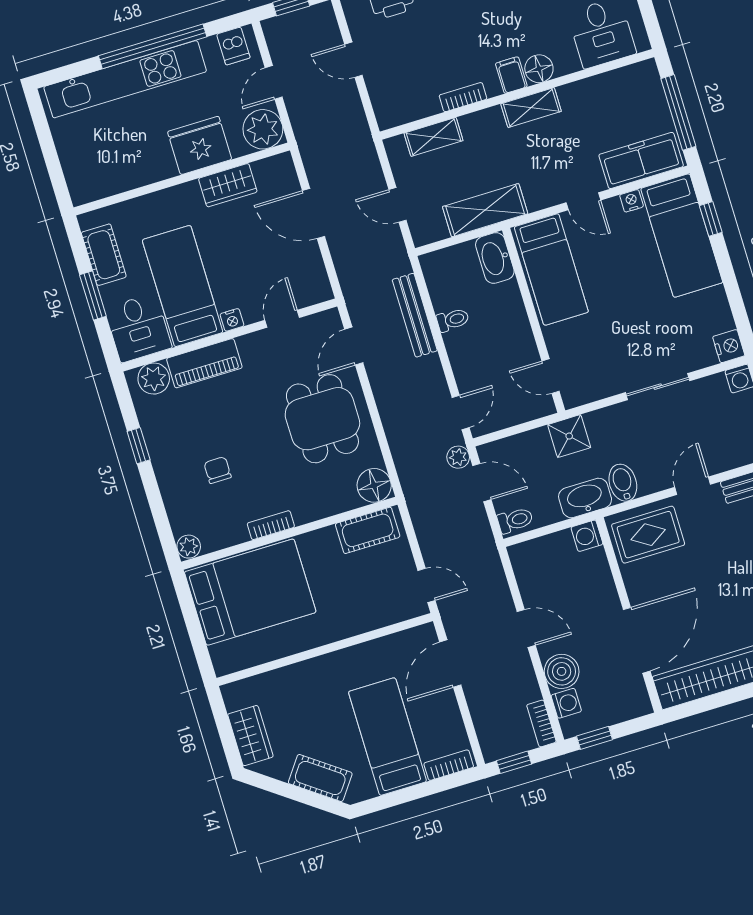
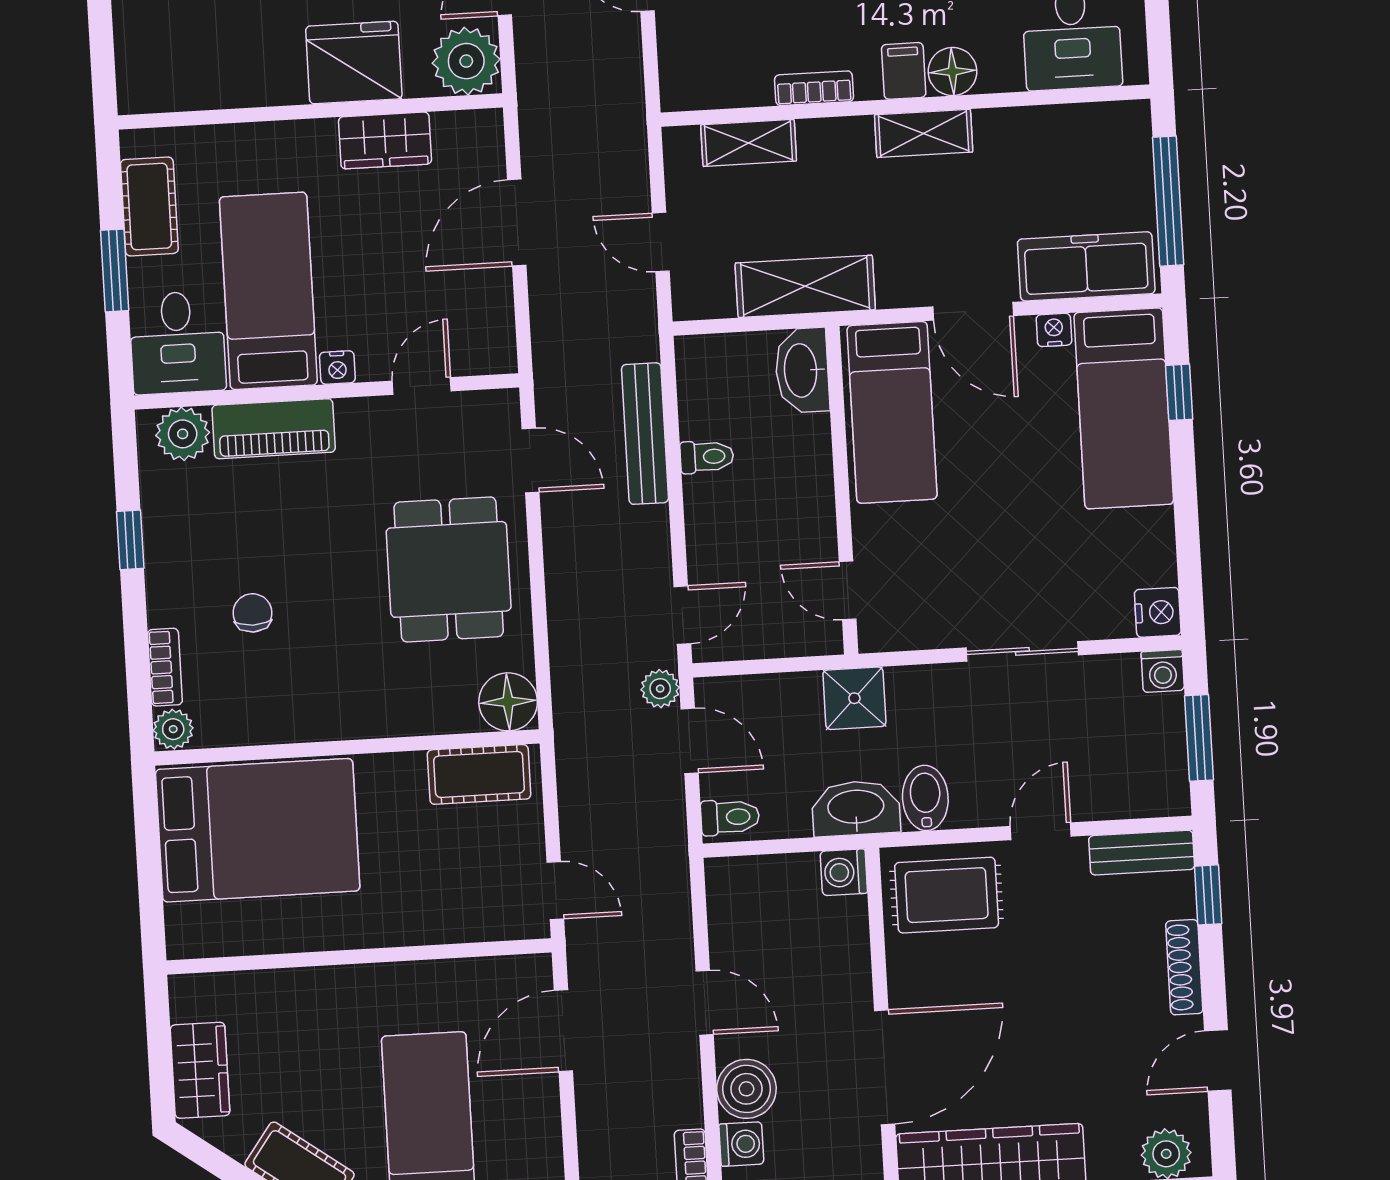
door: (583, 201) -> (973, 311), width x1.38
door: (314, 214) -> (517, 223), hinge flipped
door: (354, 346) -> (531, 460), swing flipped
bookcase: (271, 525) -> (165, 667), moved, turned 90

